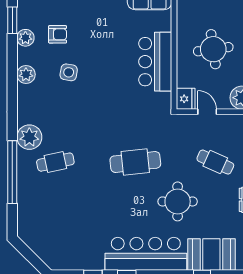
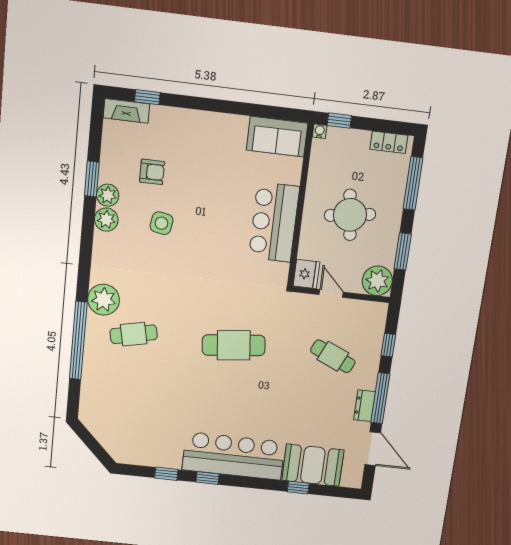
window: (12, 20) -> (92, 179), moved
plant: (25, 38) -> (108, 195), moved
round table: (178, 201) -> (280, 399), removed

